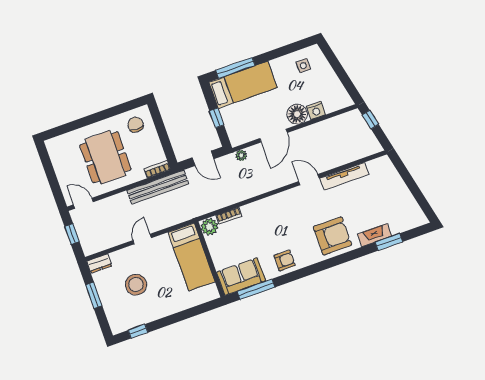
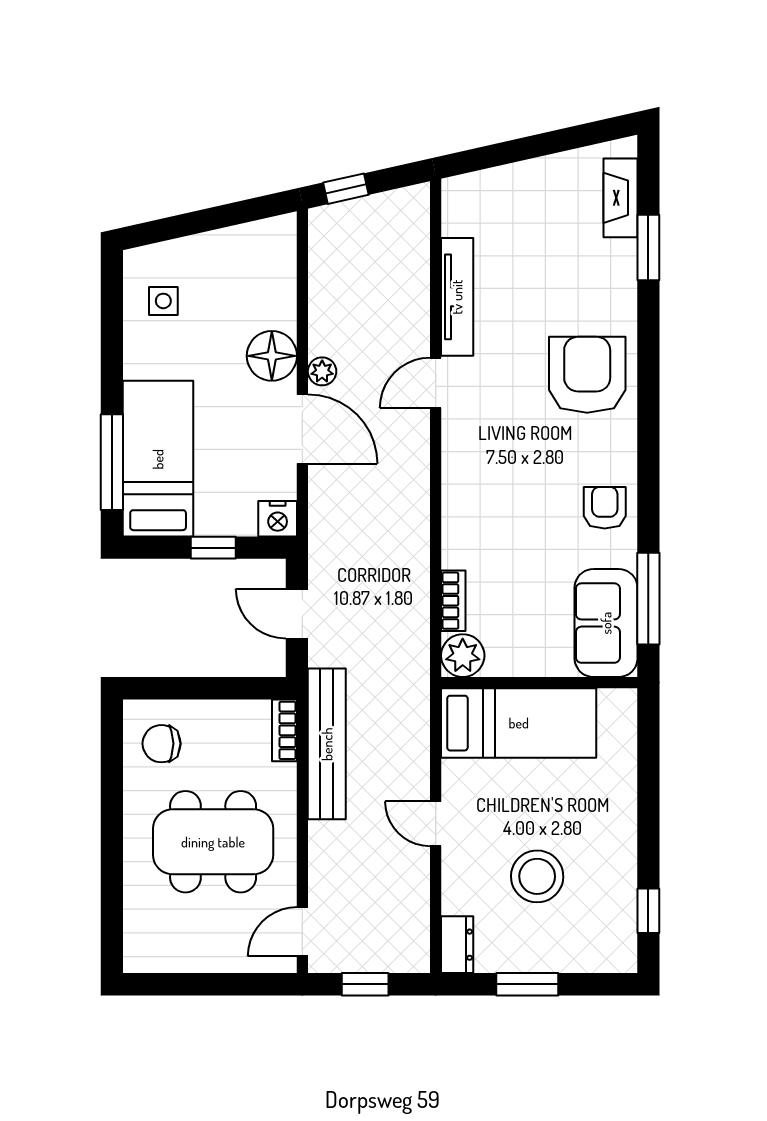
nightstand: (316, 111) -> (278, 519), moved, turned 90
plant: (241, 155) -> (322, 371), moved
door: (203, 158) -> (297, 614), swing flipped
fireplace: (375, 235) -> (620, 198), moved

